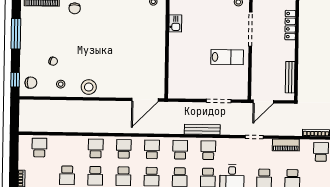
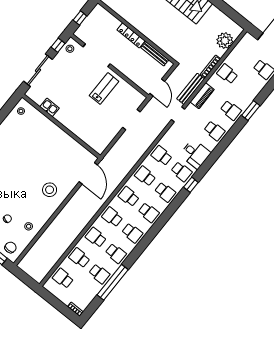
locker: (290, 25) -> (131, 35), moved
stool: (89, 87) -> (50, 190), moved
bench: (202, 129) -> (191, 89), moved
school desk: (68, 148) -> (79, 258), added

